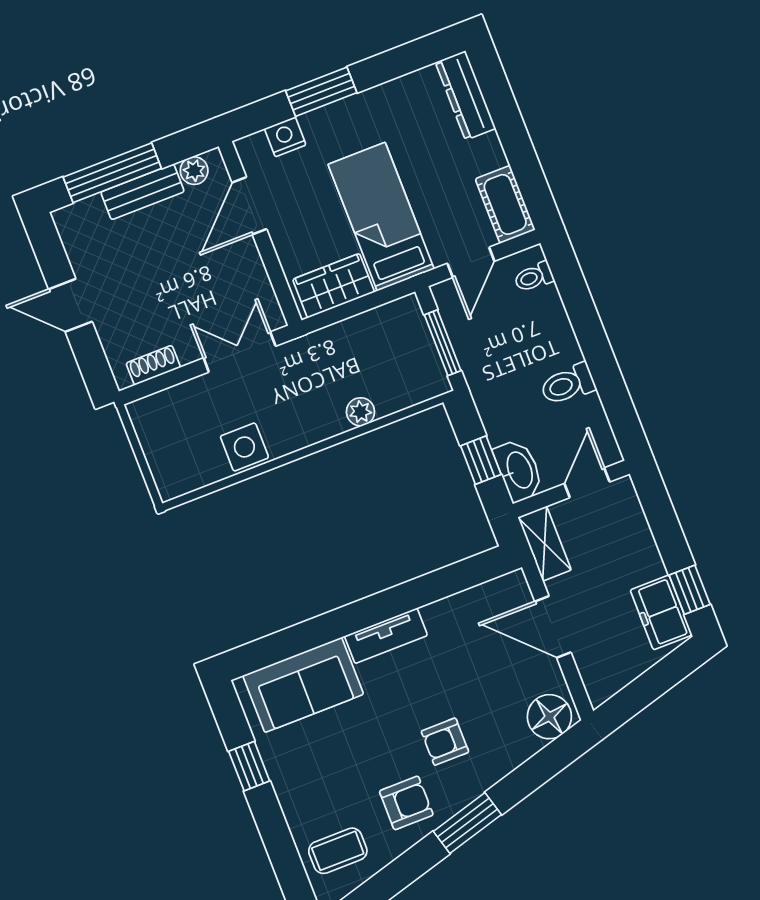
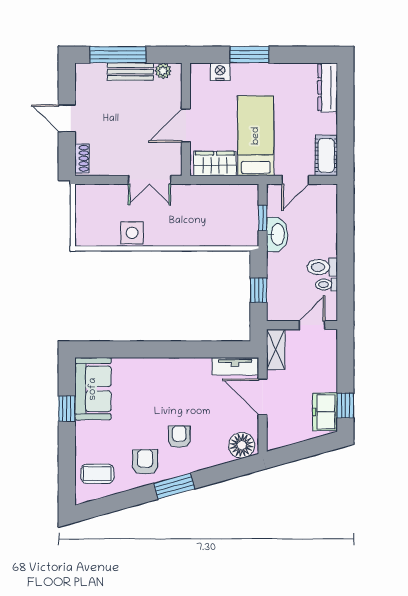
door: (249, 206) -> (186, 126), moved
toilet: (534, 277) -> (326, 285), moved
window: (443, 343) -> (263, 218), width x0.67
double door: (240, 352) -> (150, 180), swing flipped
shoe rack: (153, 365) -> (82, 158), moved, turned 90
plant: (360, 412) -> (203, 238), removed
washbasin: (519, 470) -> (277, 234), moved
tv unit: (386, 636) -> (235, 366), moved
sofa: (303, 685) -> (93, 389), moved, turned -90
armchair: (445, 742) -> (179, 437), turned 90
armchair: (406, 803) -> (145, 462), turned -90

